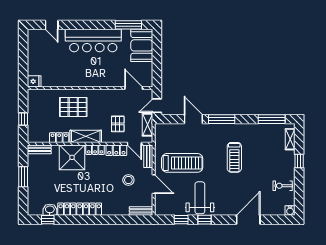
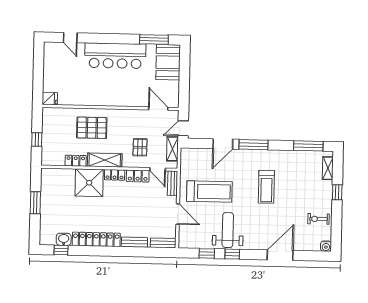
door: (193, 119) -> (223, 144), swing flipped
bench: (39, 149) -> (134, 242), moved
stool: (128, 180) -> (150, 209), removed

